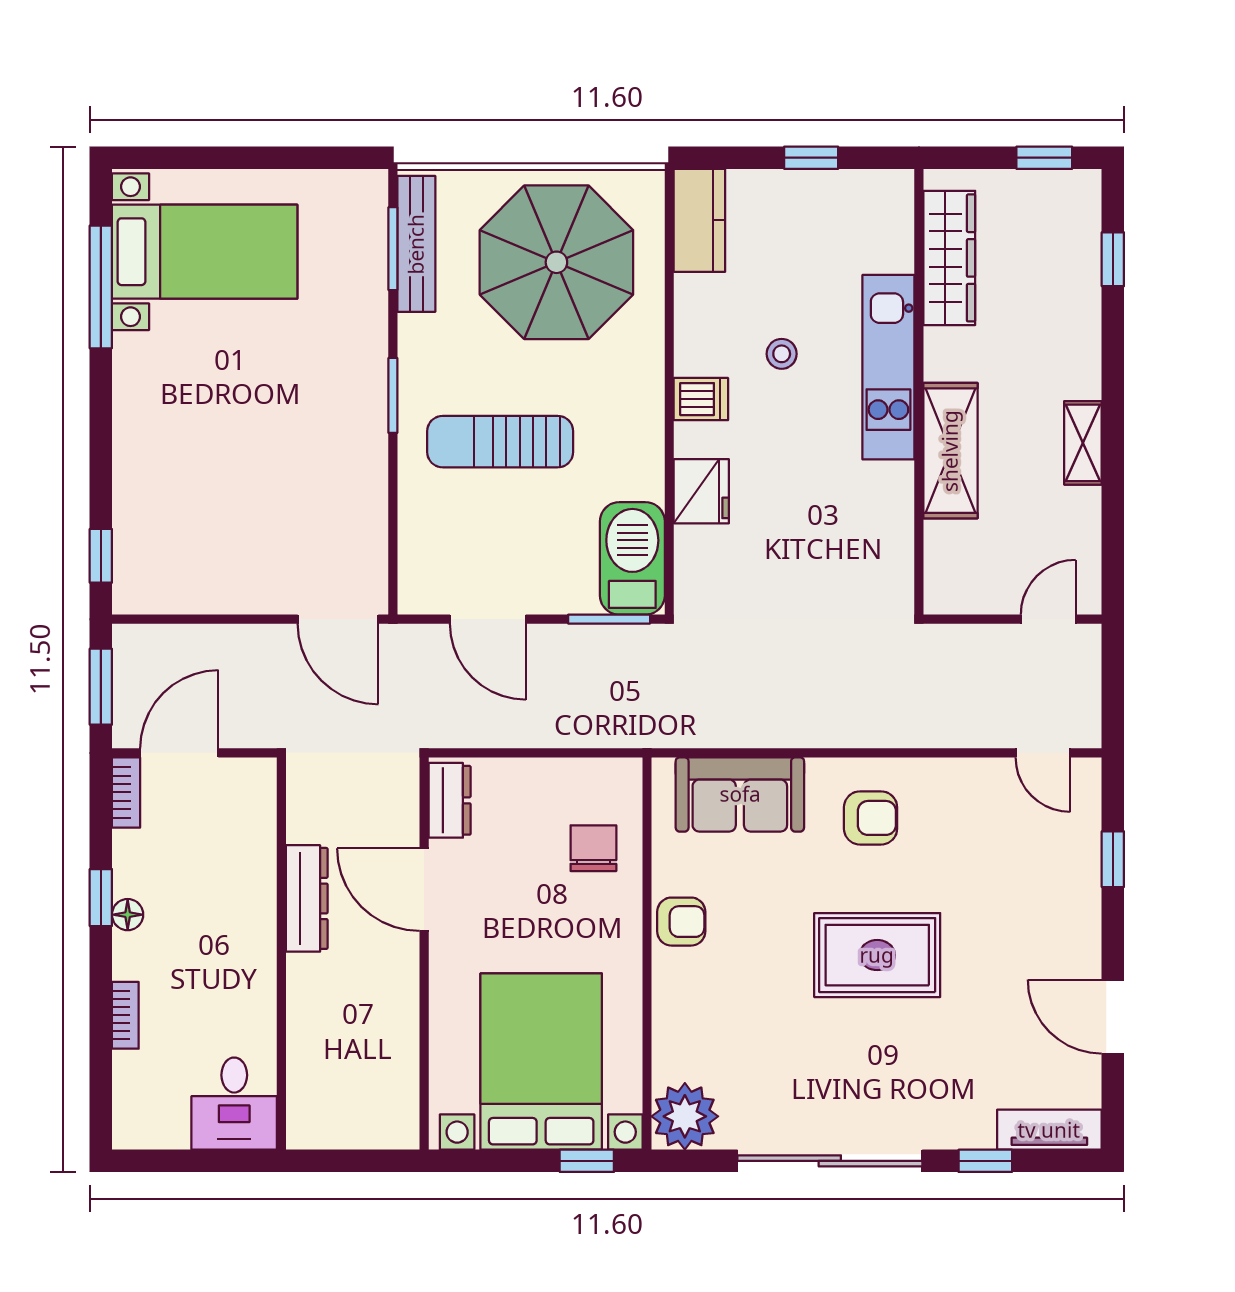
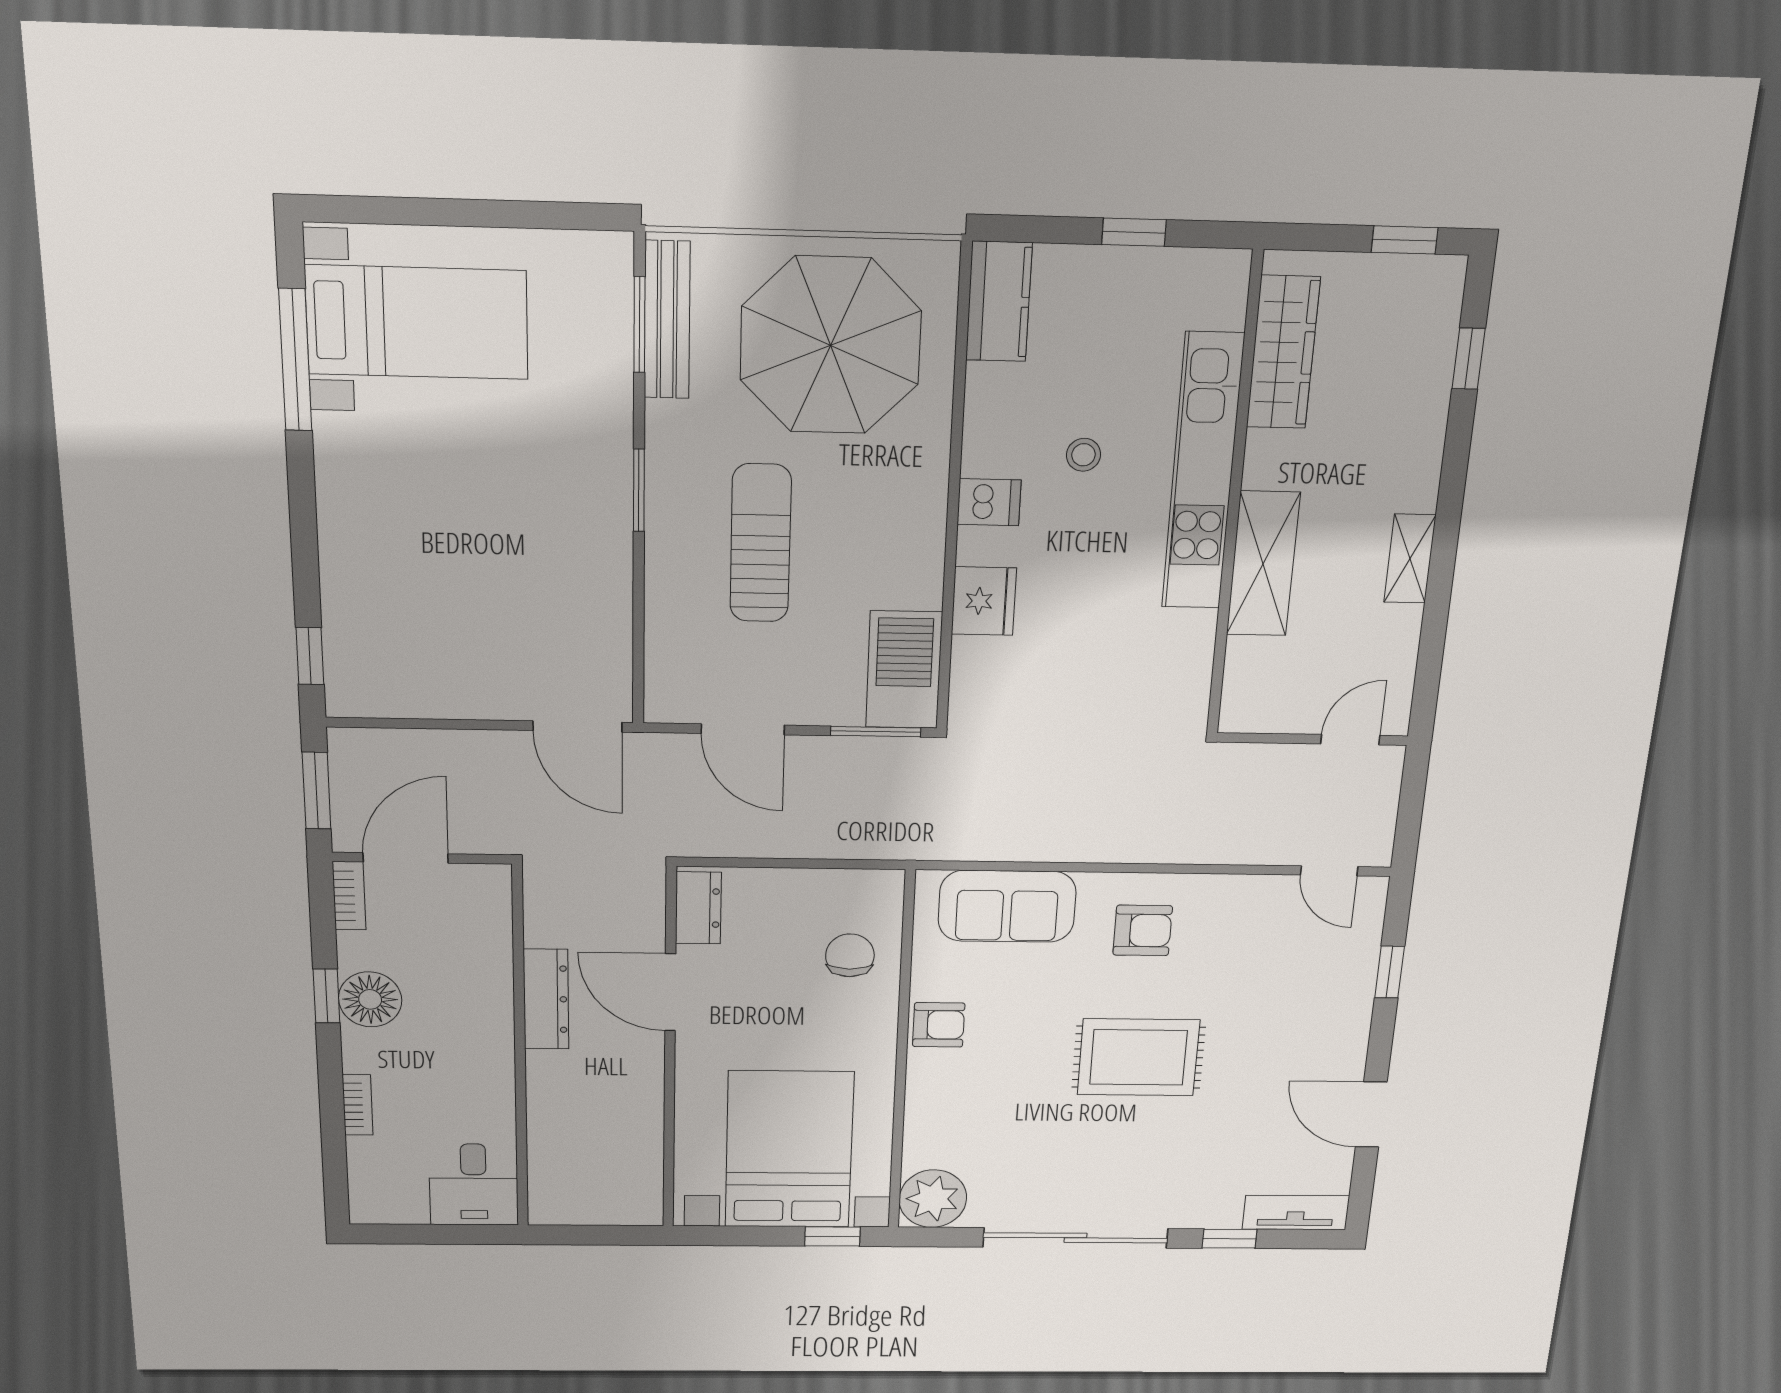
kitchen unit: (888, 367) -> (1203, 472), width x1.36
sun lounger: (500, 442) -> (760, 543), turned 90
floor lamp: (128, 915) -> (370, 999), width x1.89, depth x1.89

